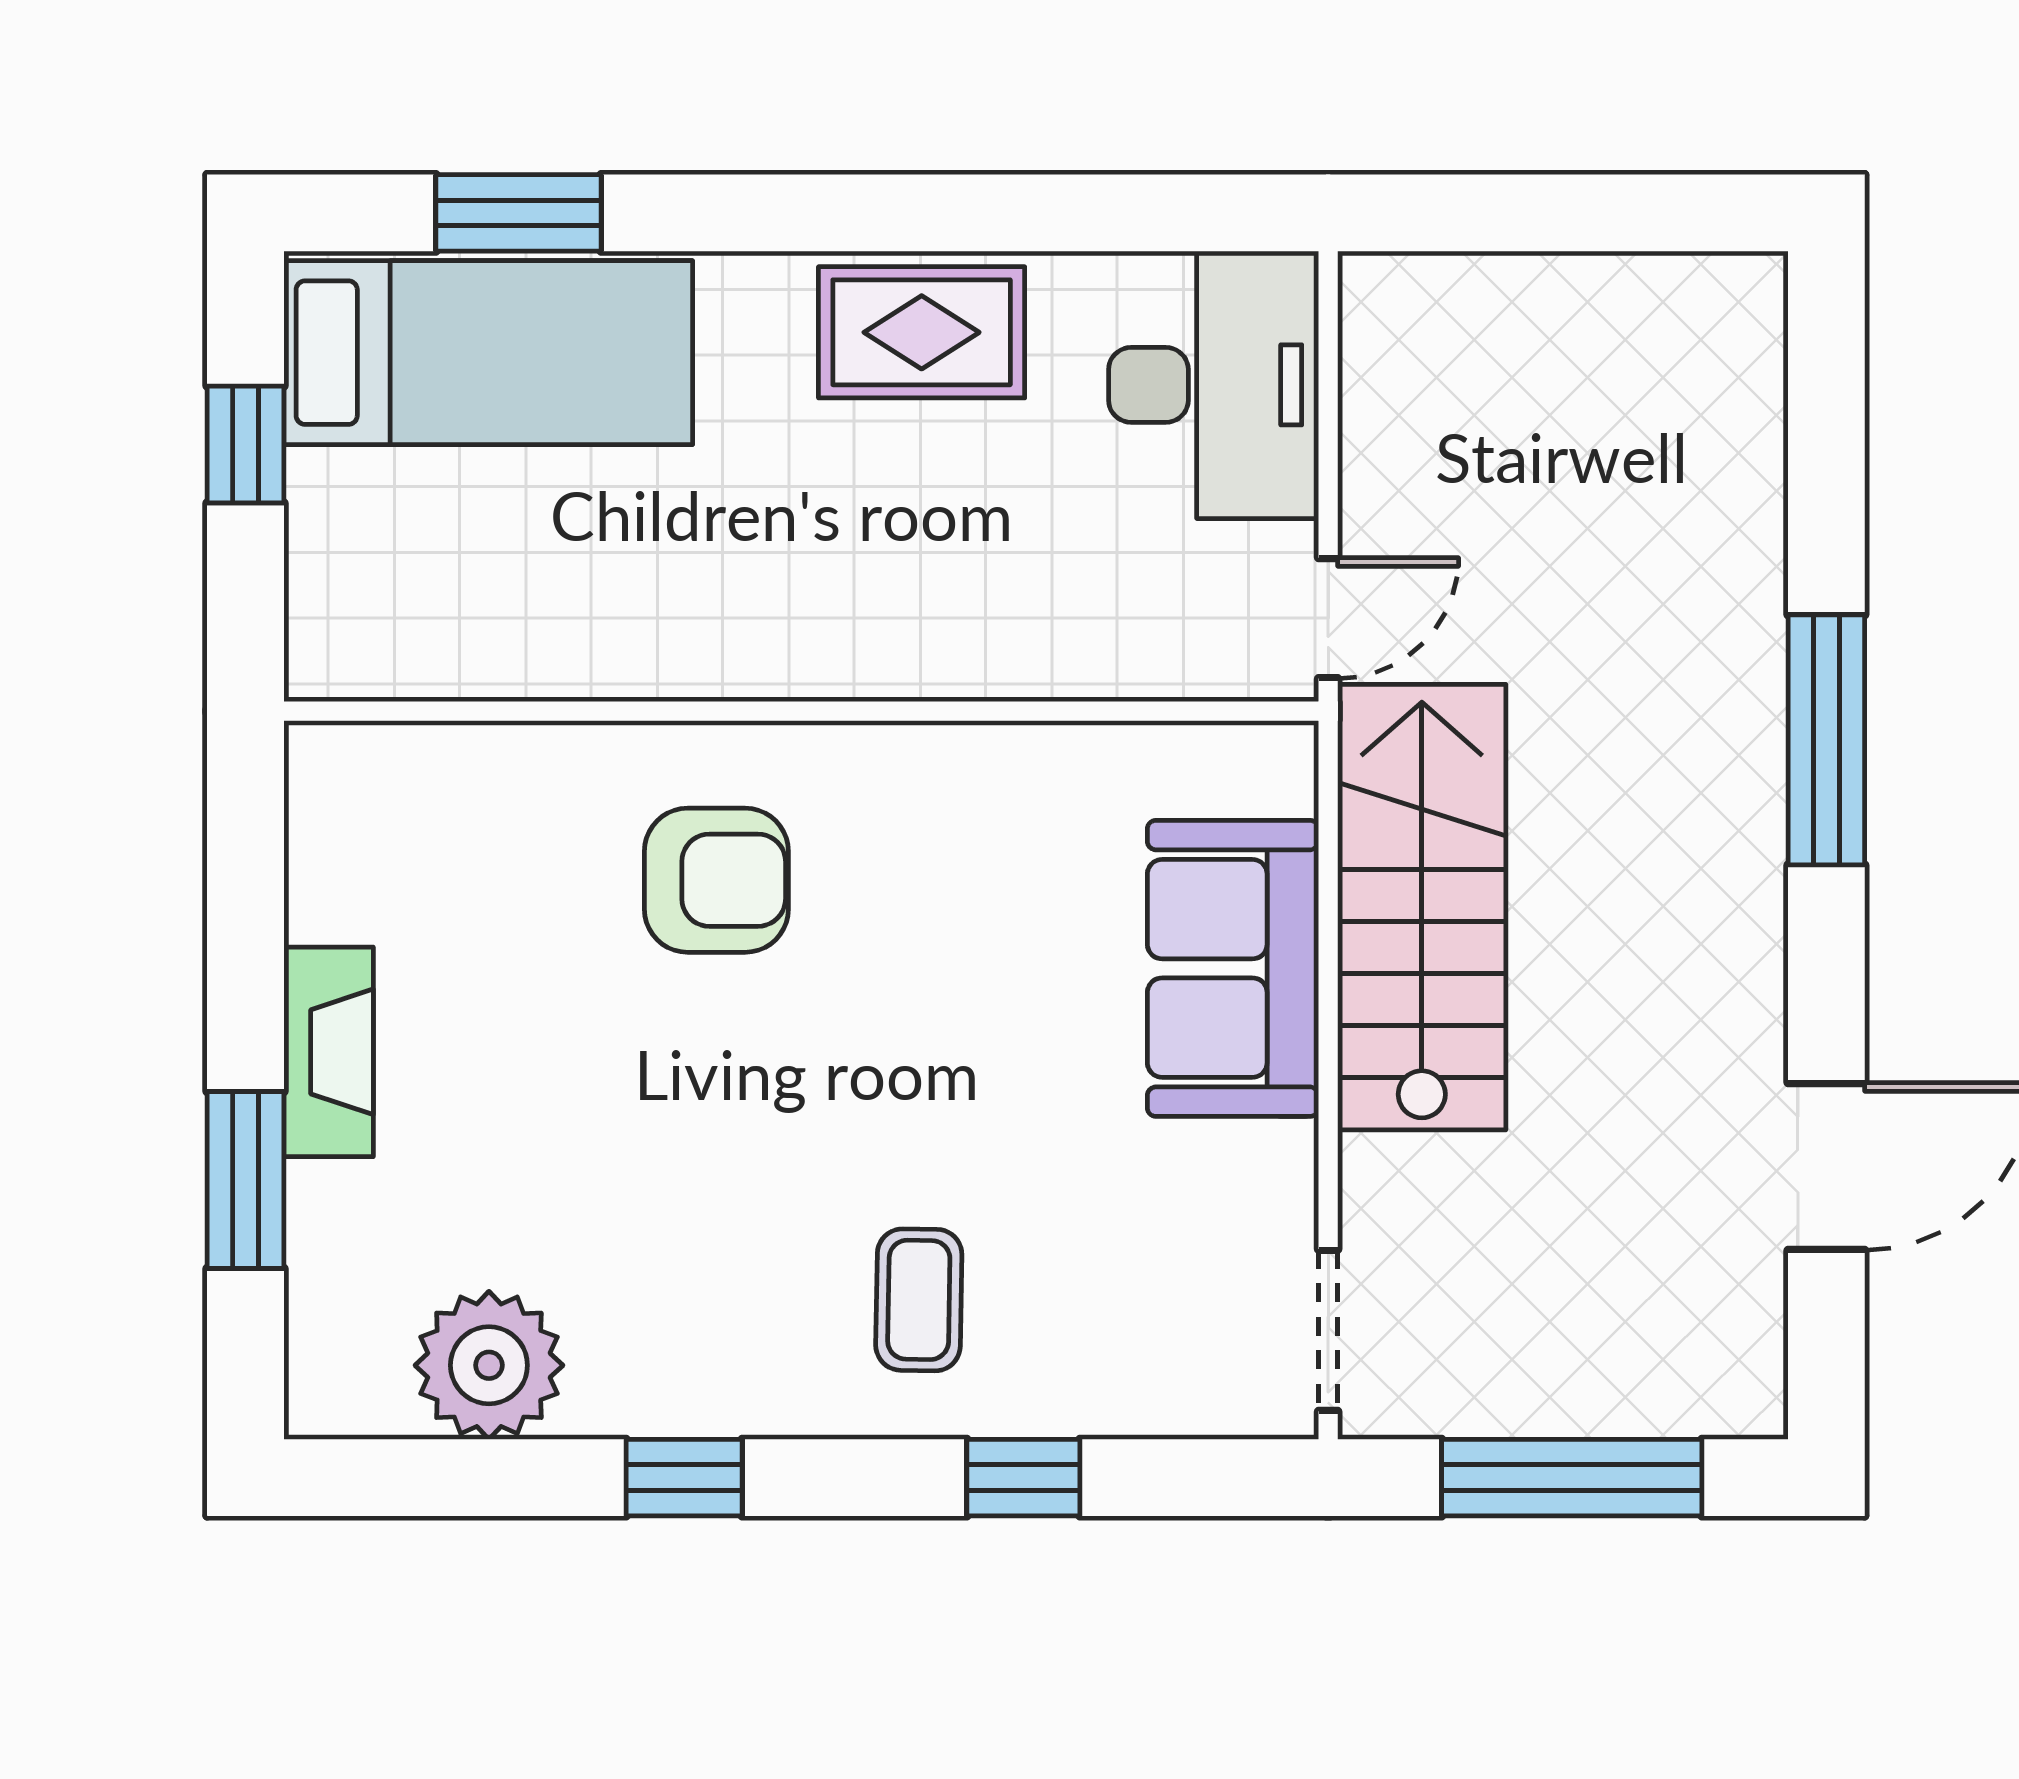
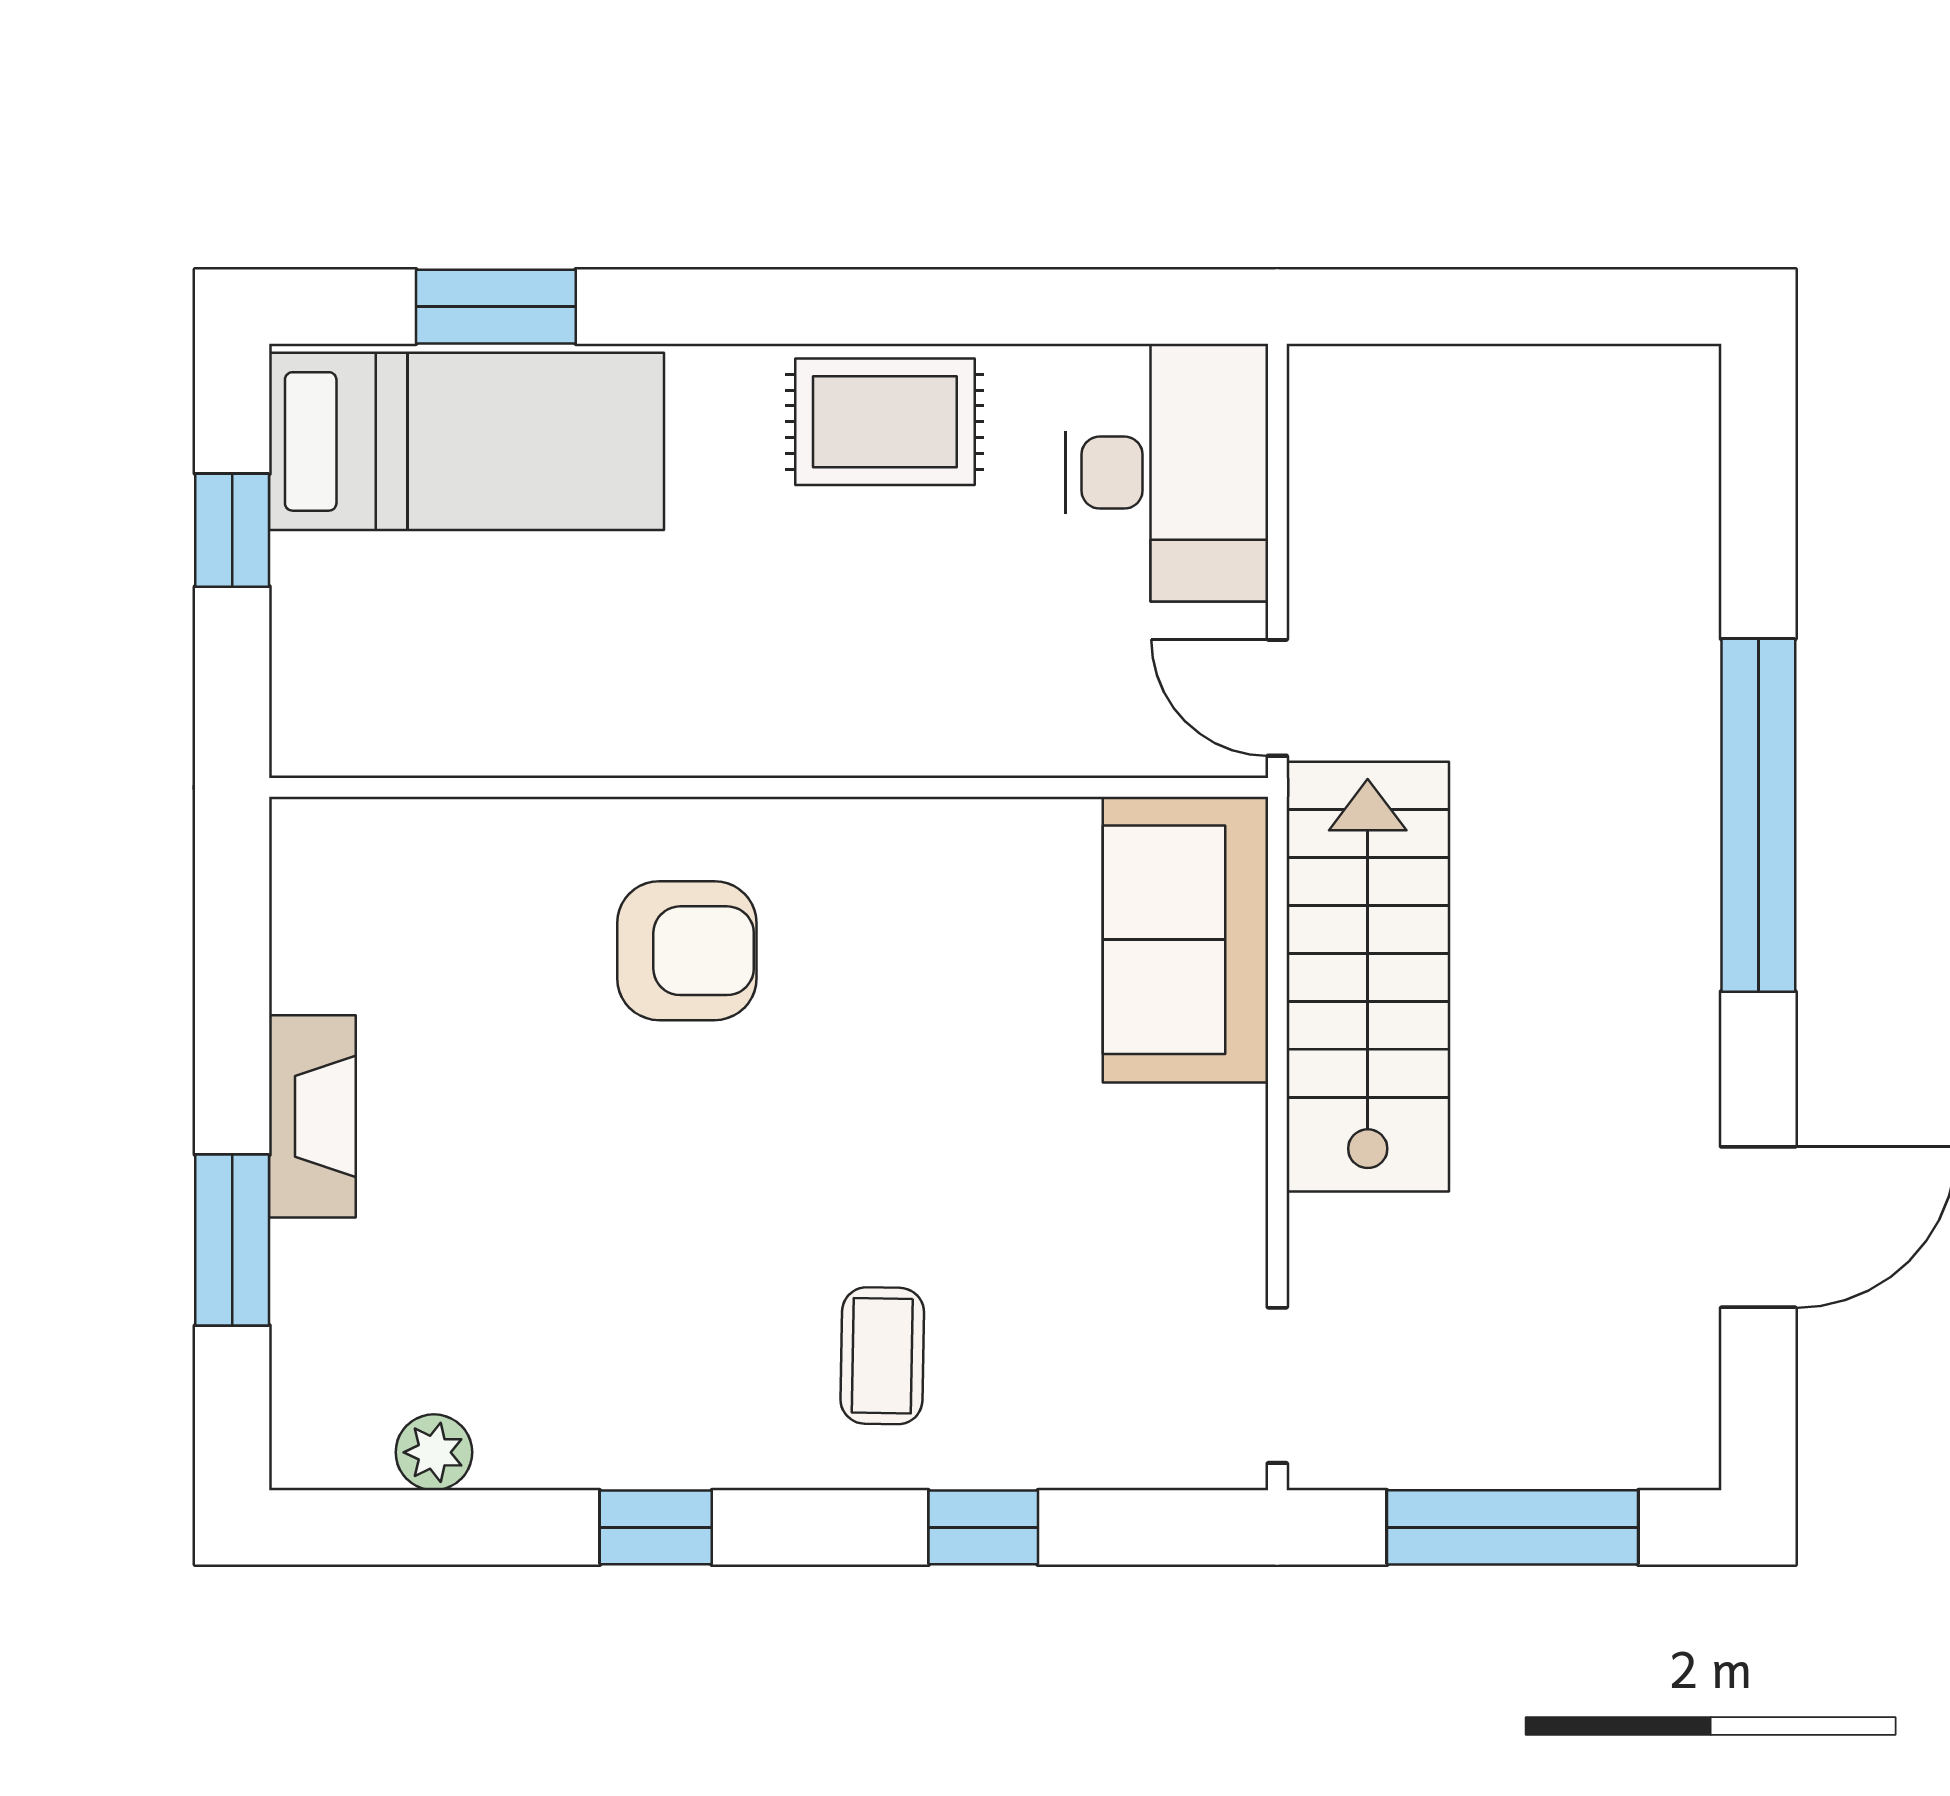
door: (1328, 618) -> (1277, 698), swing flipped
window: (1826, 740) -> (1758, 815), width x1.46
sofa: (1233, 968) -> (1185, 940), moved
plant: (489, 1365) -> (434, 1452), width x0.53, depth x0.53

